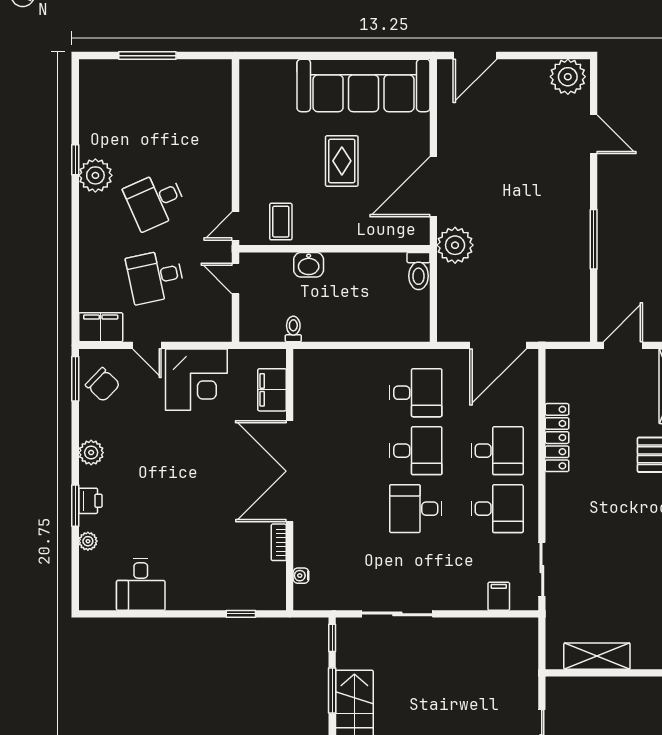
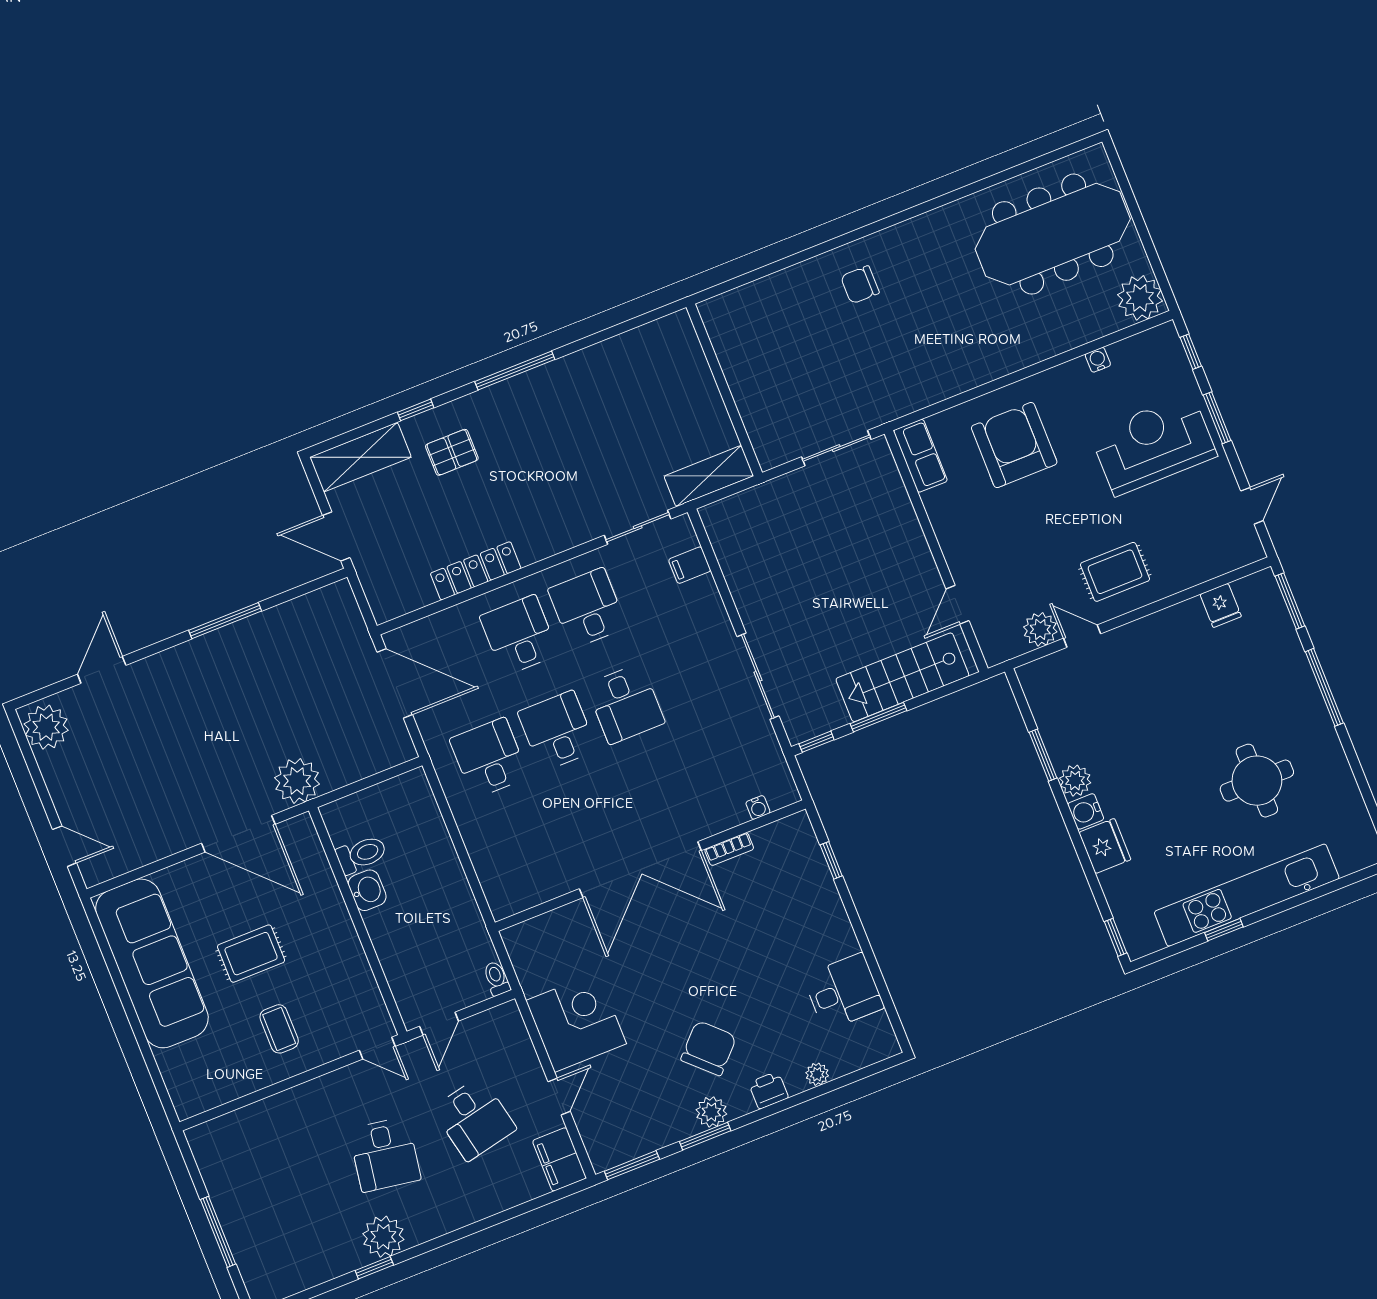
door: (475, 56) -> (65, 846), width x0.73
desk: (155, 200) -> (385, 1154), turned 33
coffee table: (281, 222) -> (279, 1029), moved, turned 90
washbasin: (309, 265) -> (367, 890), moved
toilet: (419, 271) -> (361, 854), moved
toilet: (293, 329) -> (497, 978), moved, turned 90
chair: (103, 385) -> (709, 1048), moved, width x1.37, depth x1.37
filing cabinet: (272, 390) -> (553, 928), removed
window: (75, 506) -> (705, 1136), moved
shelving: (597, 656) -> (709, 476), moved, turned 90

